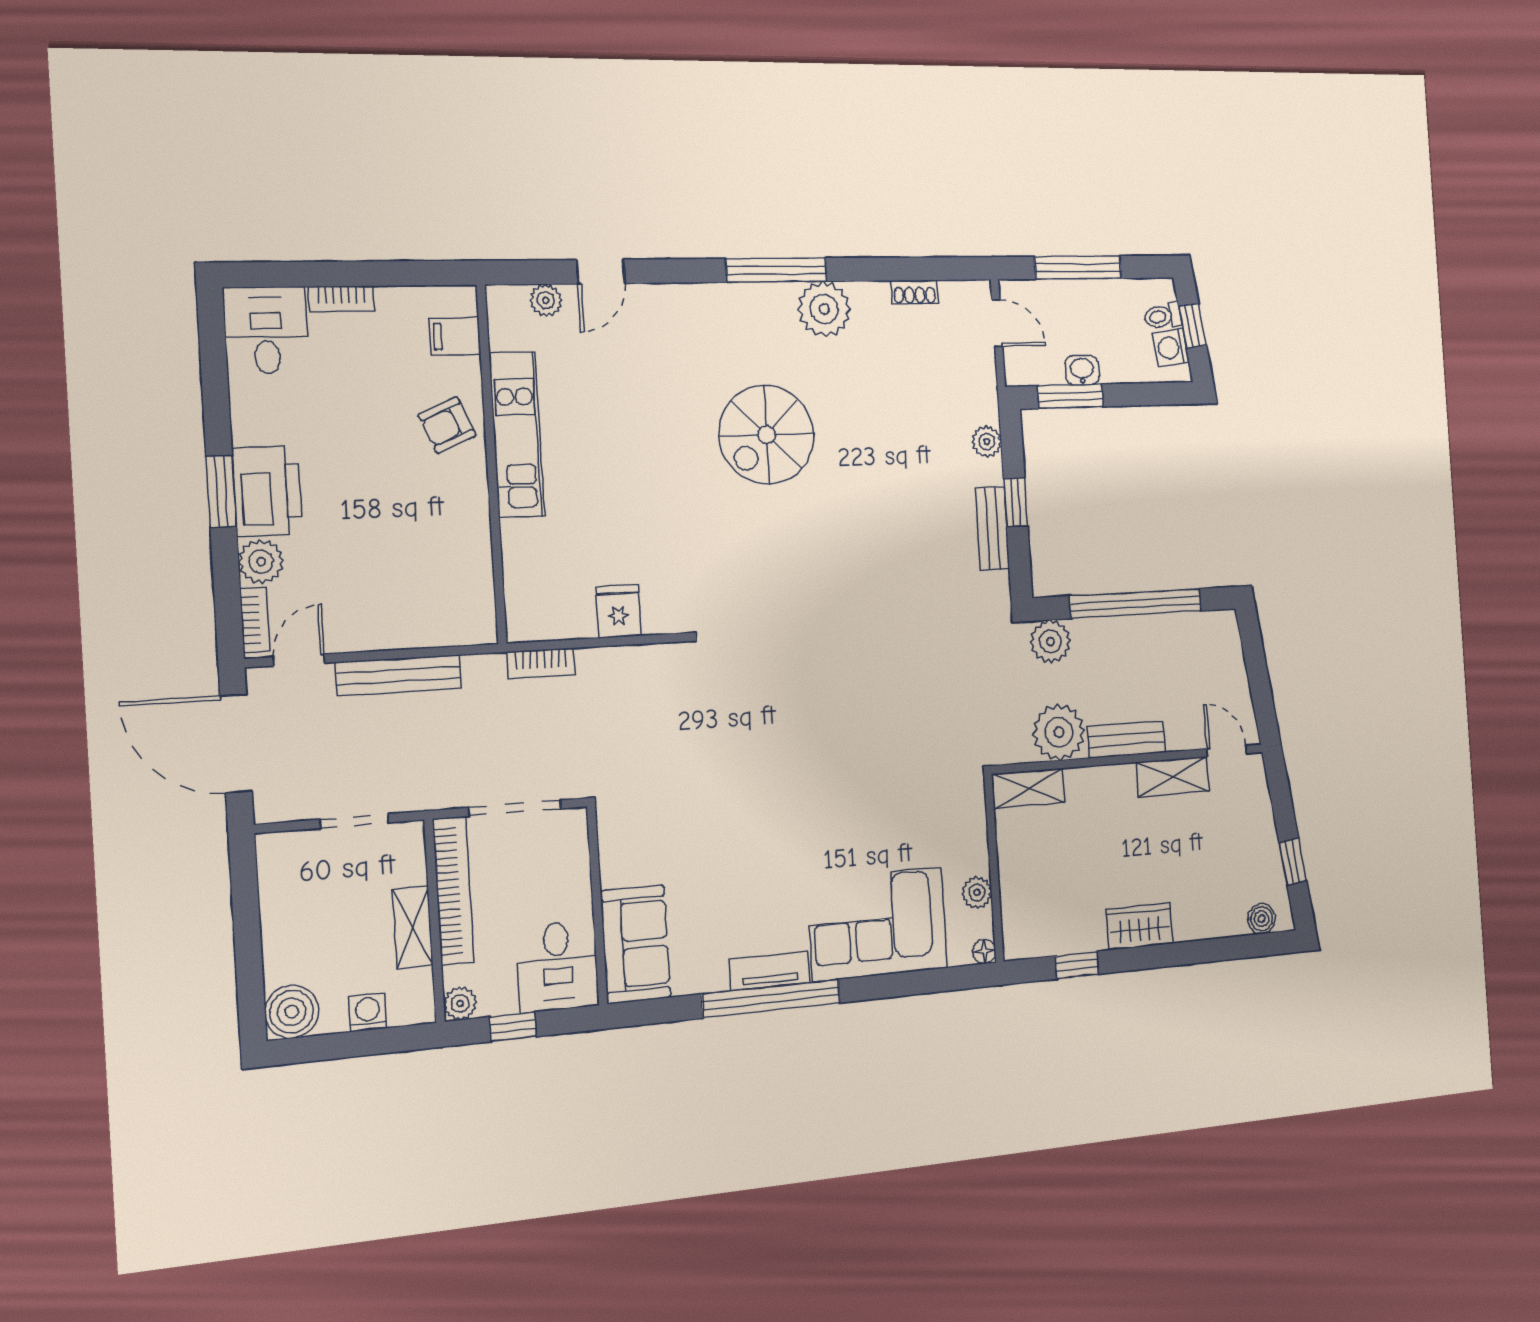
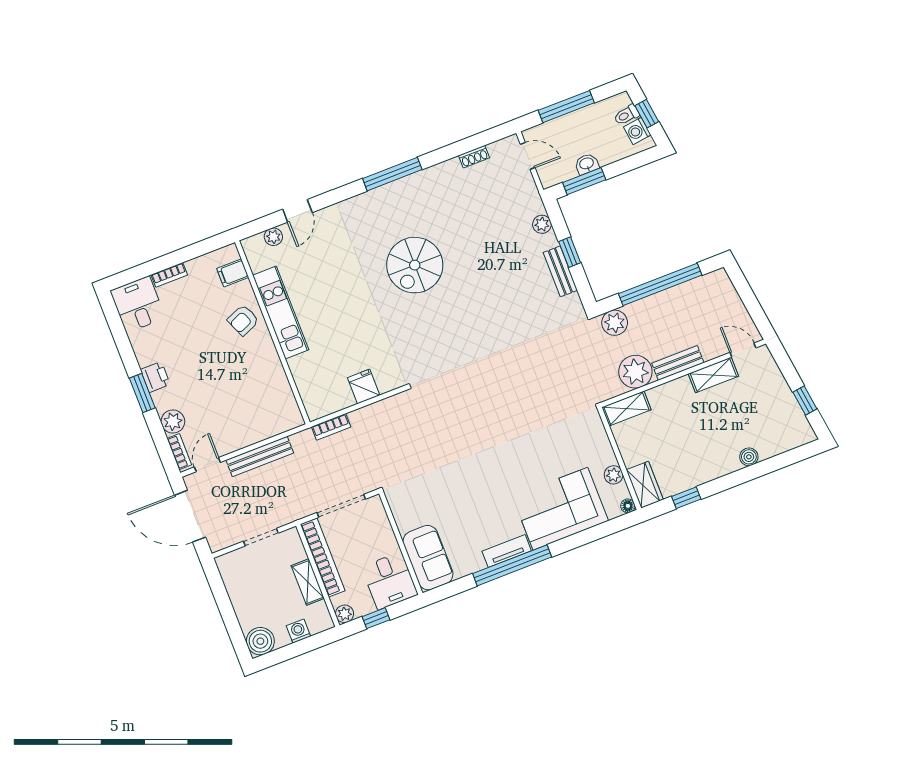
plant: (824, 309) -> (426, 185), removed
printer: (267, 491) -> (155, 377), width x0.53, depth x0.68
boiler: (1262, 919) -> (749, 457), moved
wardrobe: (1140, 927) -> (645, 485), moved, turned 90

